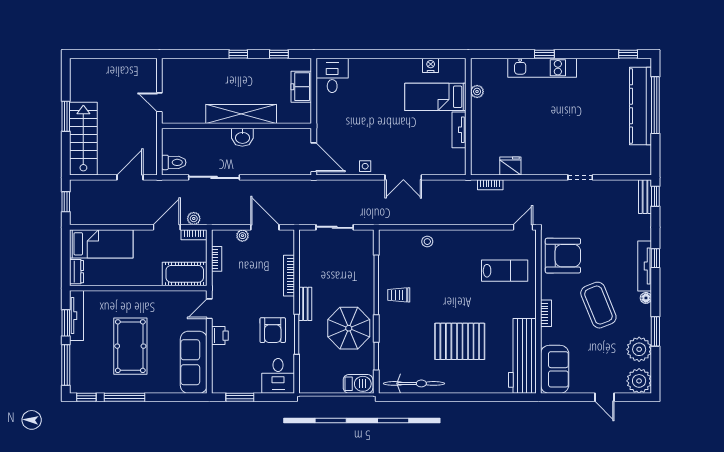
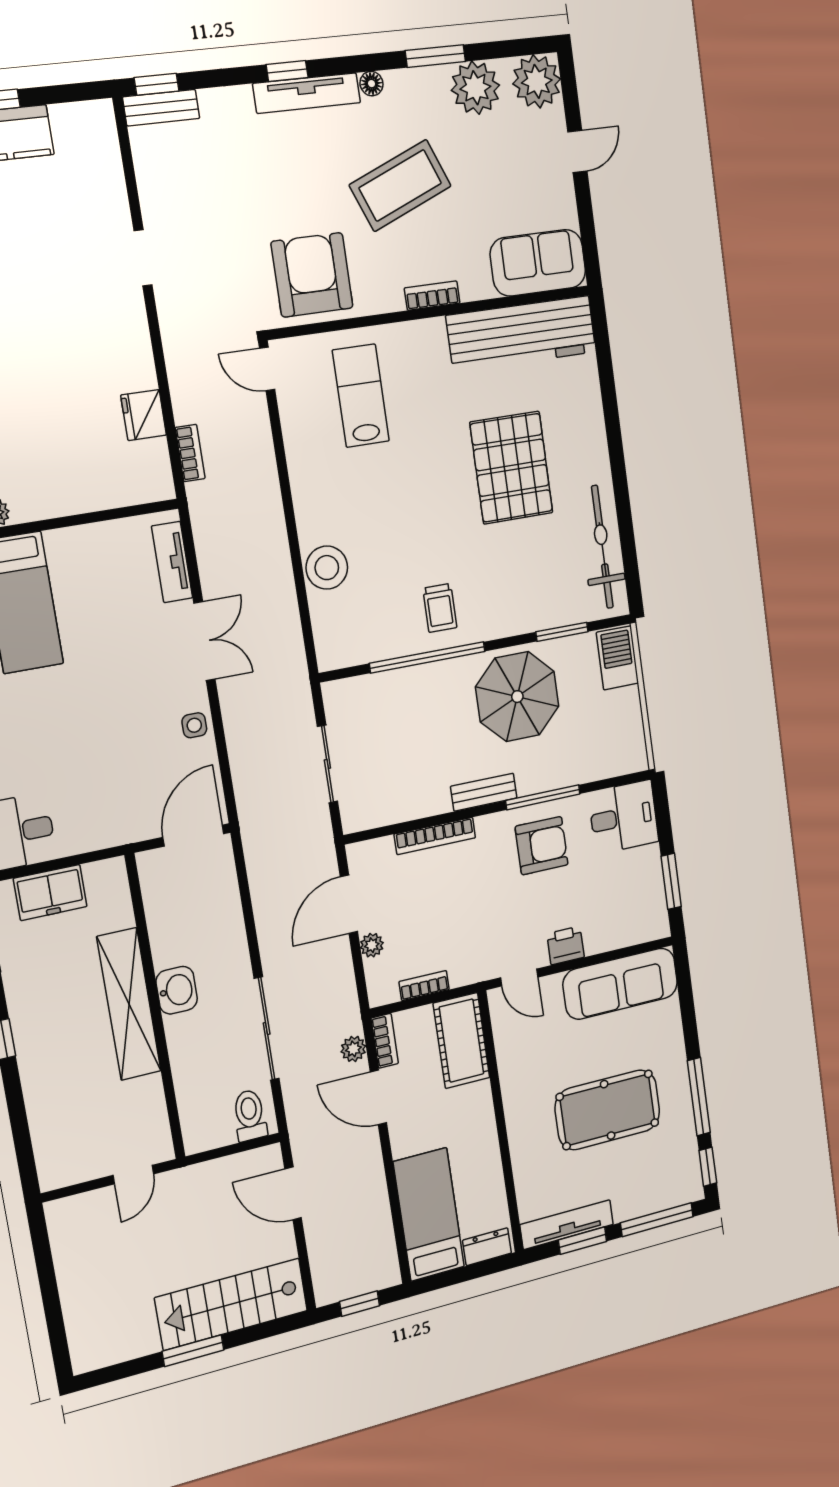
tv unit: (459, 130) -> (172, 562), moved, turned 90
stool: (427, 242) -> (327, 568), width x1.89, depth x1.89

